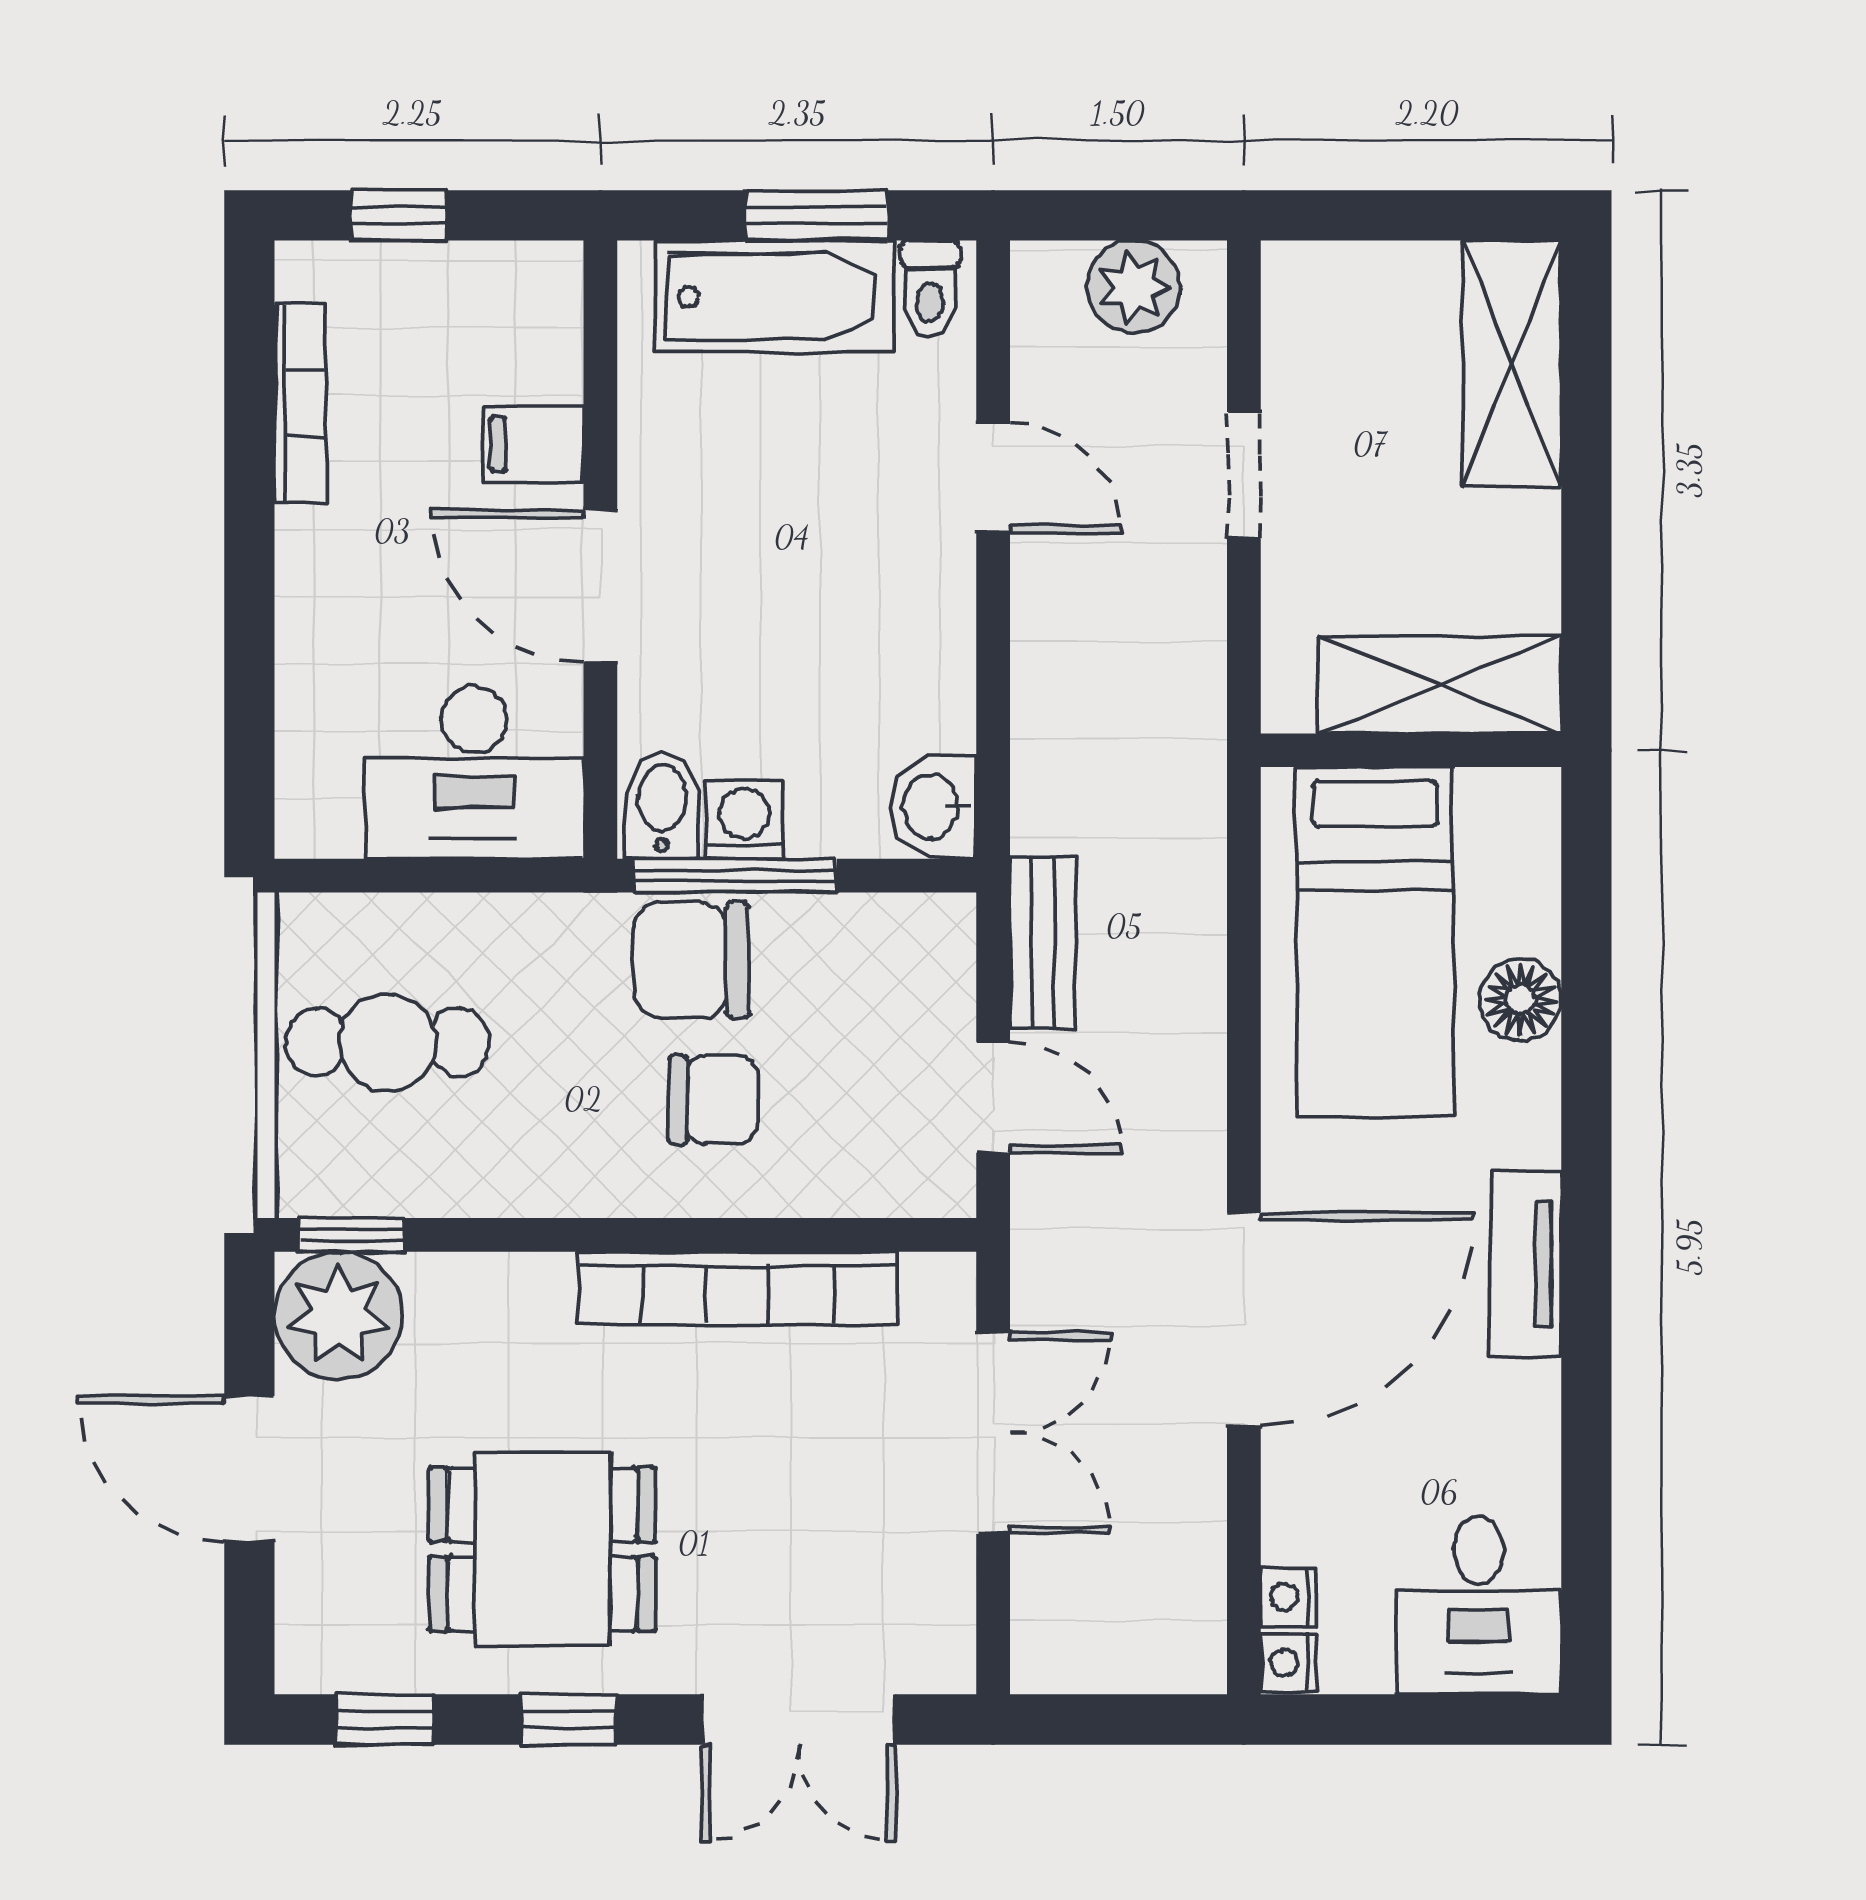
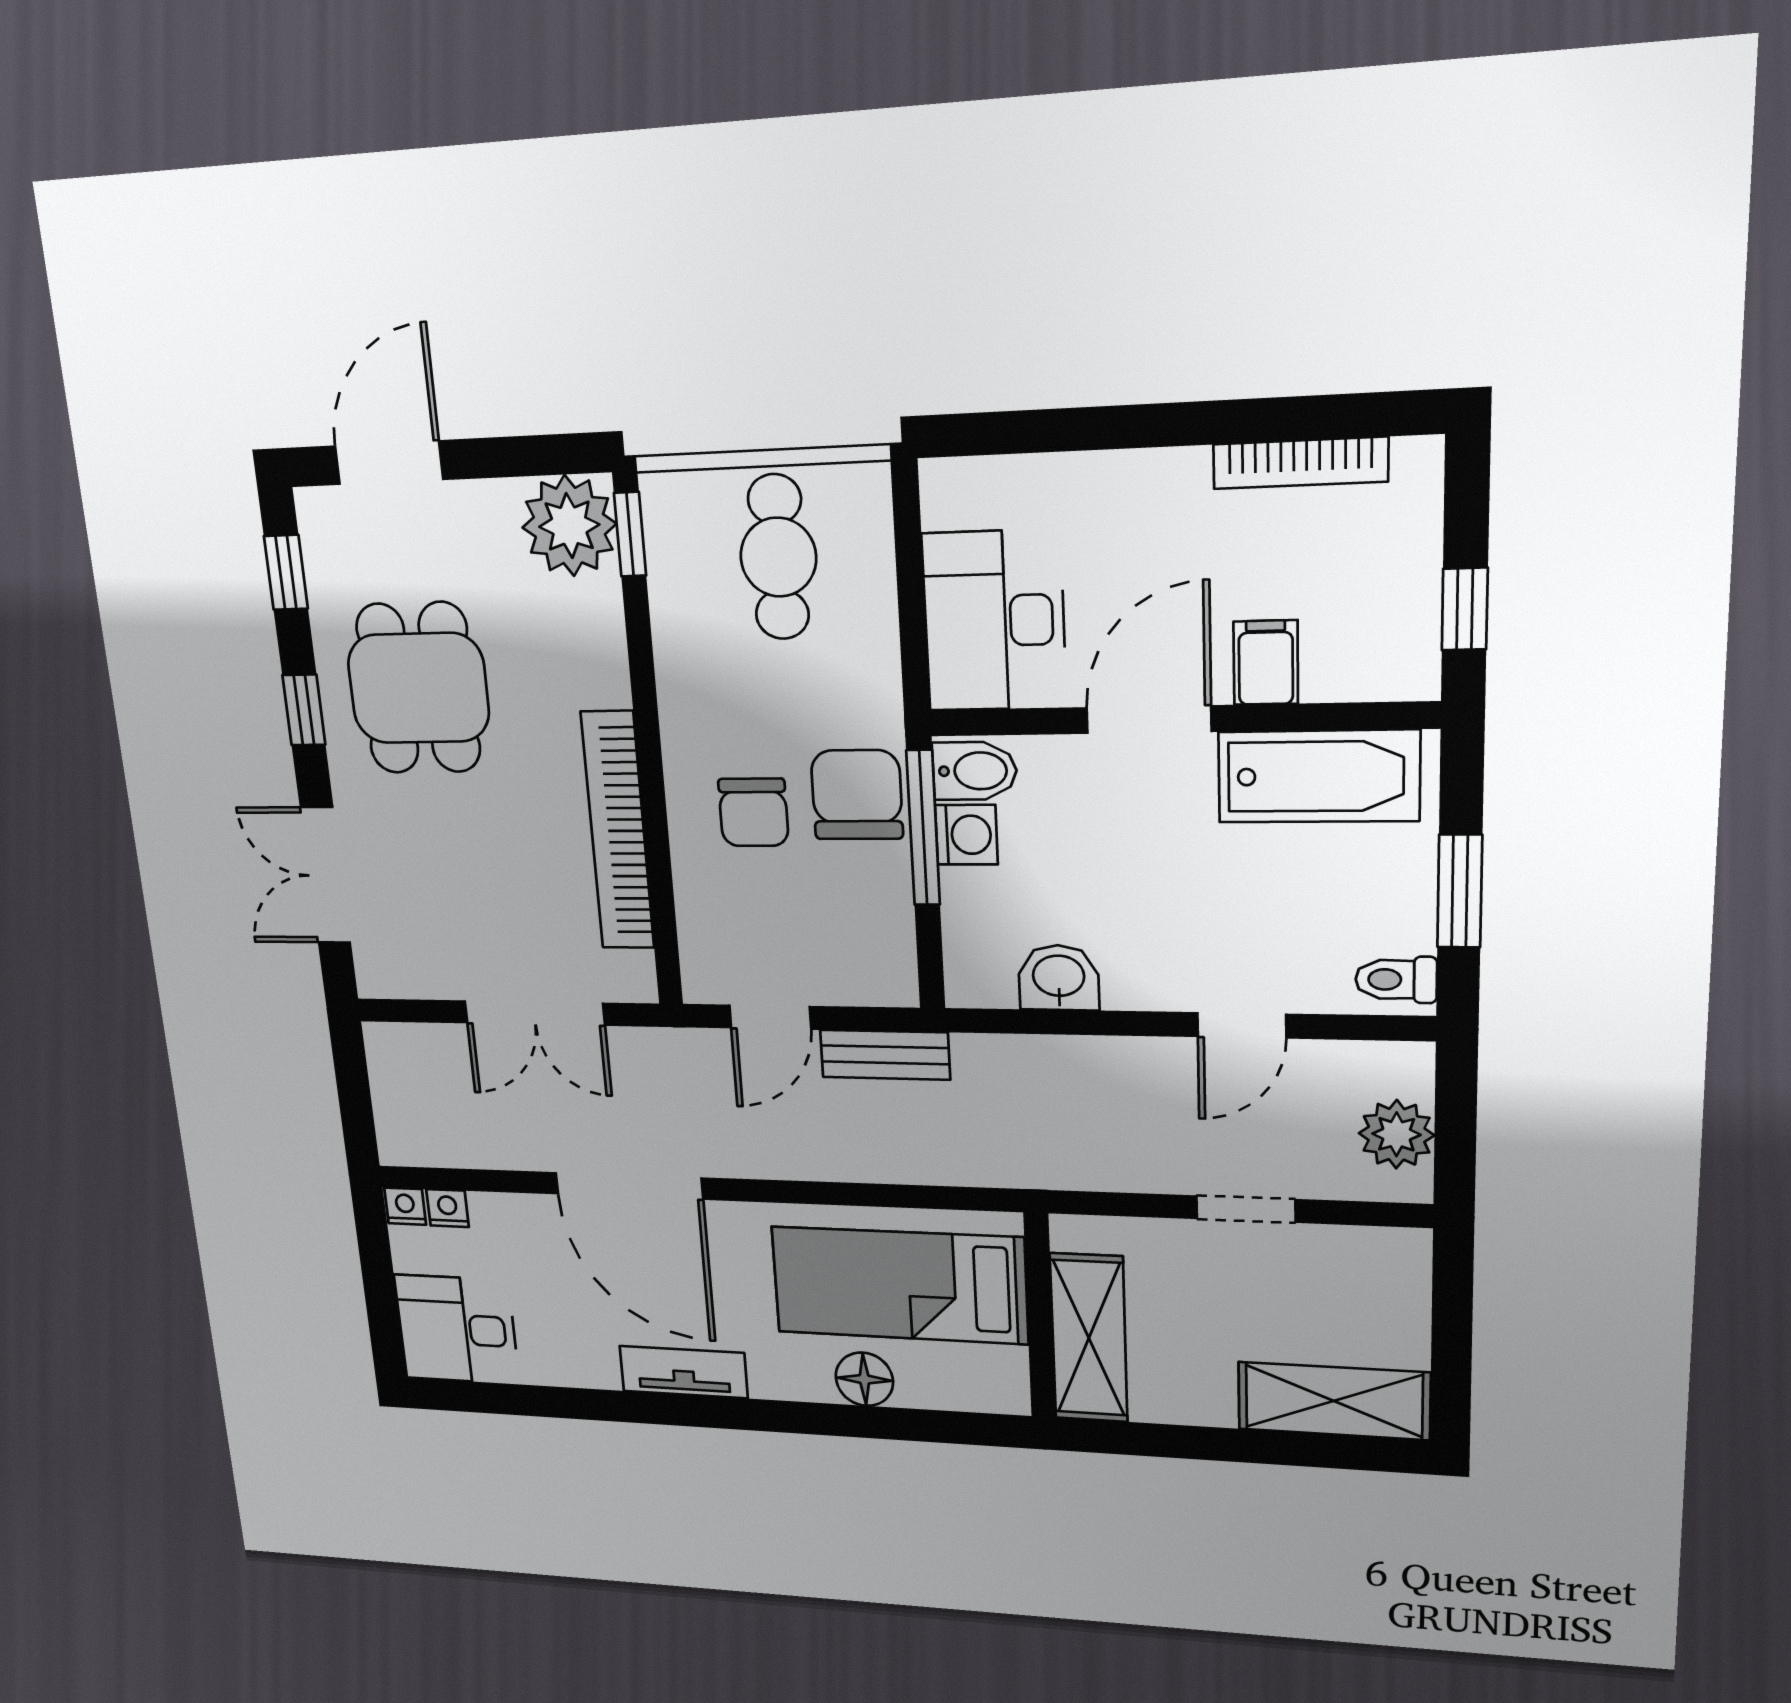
window: (398, 215) -> (1465, 609), moved
bathtub: (774, 297) -> (1318, 776), moved, turned -90
washbasin: (933, 807) -> (1059, 978), moved
door: (249, 1469) -> (389, 463), moved

